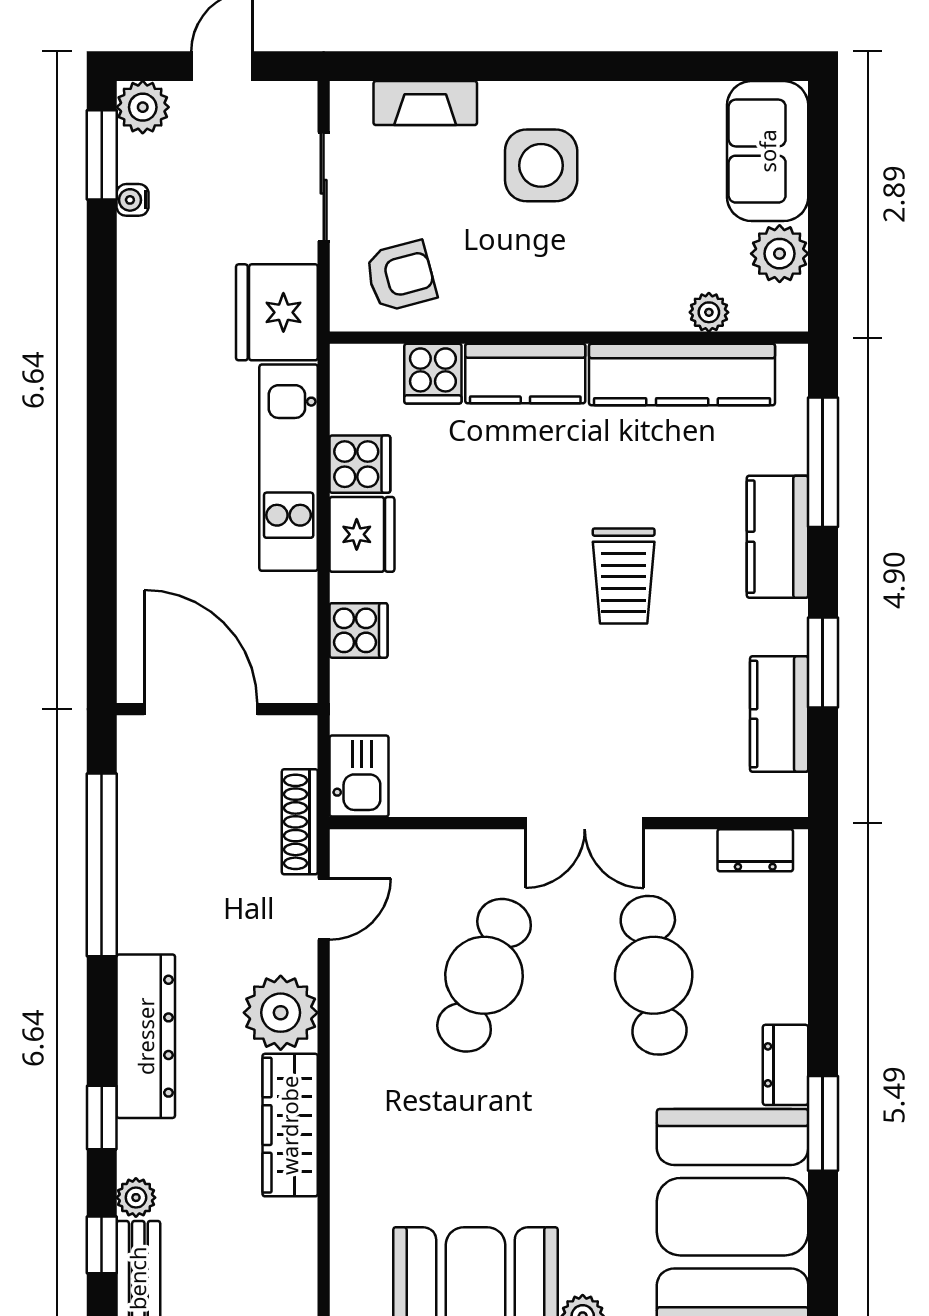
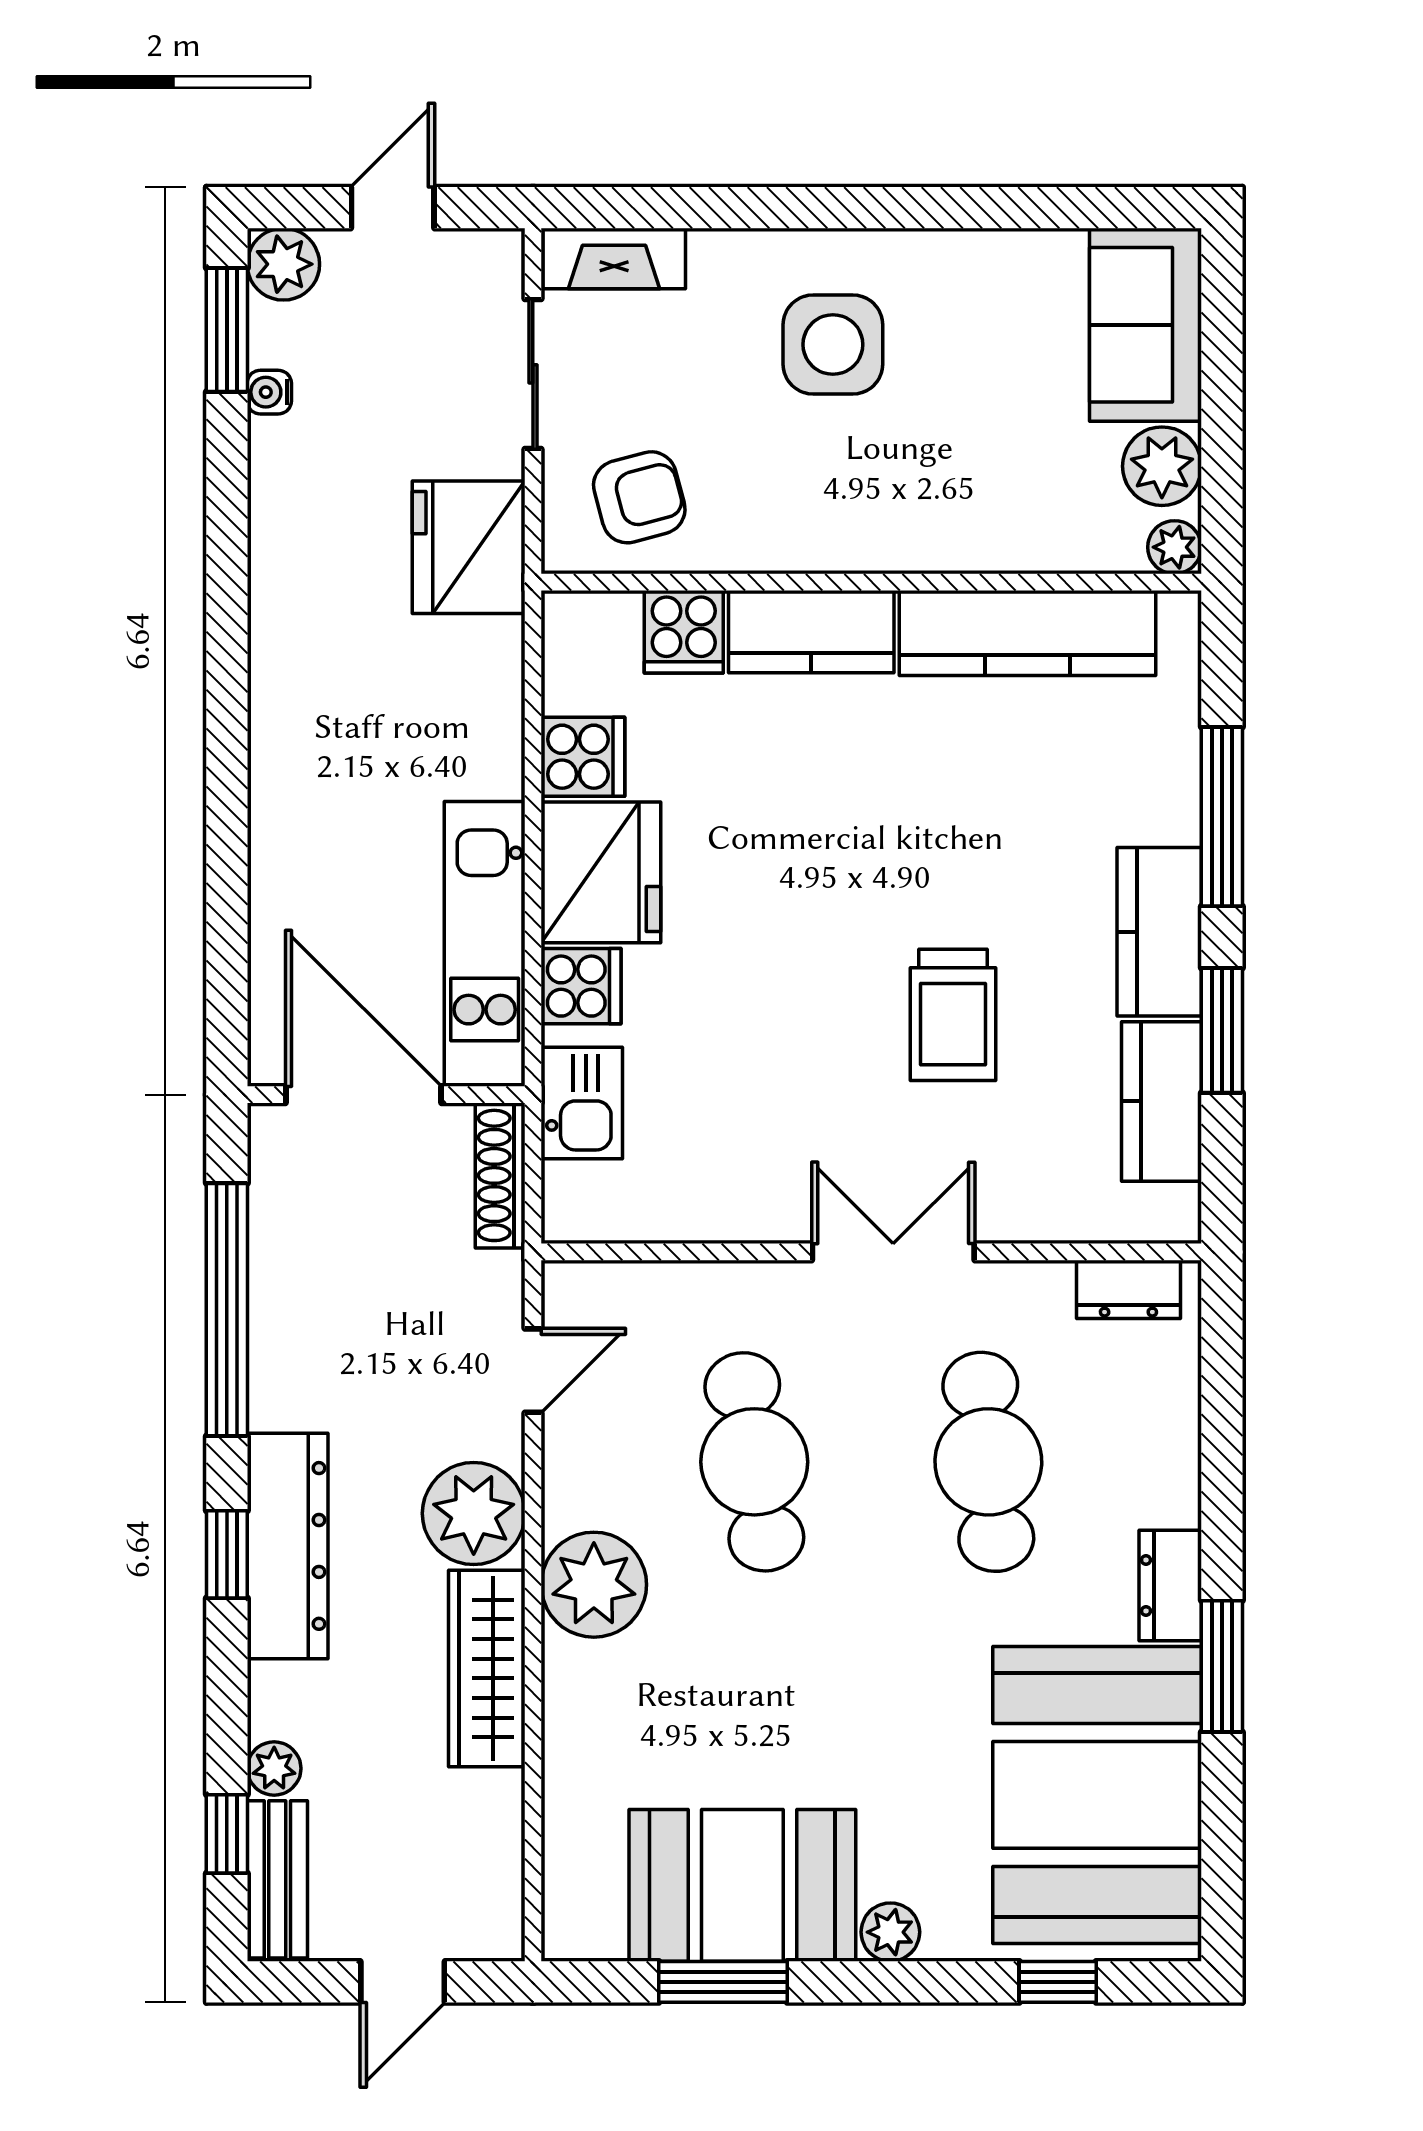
fireplace: (425, 103) -> (614, 259), moved
plant: (709, 312) -> (1175, 547), moved
window: (823, 462) -> (1222, 817), moved
kitchen unit: (289, 468) -> (485, 944), moved
fridge: (362, 534) -> (601, 872), width x1.36, depth x1.34
kitchen counter: (778, 537) -> (1159, 932), moved
trolley: (624, 576) -> (953, 1015), moved
kitchen sink: (359, 776) -> (582, 1103), moved
shoe rack: (300, 822) -> (500, 1175), moved
double door: (585, 823) -> (893, 1252), swing flipped
cafe table: (484, 975) -> (754, 1462), turned -30
plant: (368, 1064) -> (594, 1585), added
window: (102, 1118) -> (227, 1554), moved

